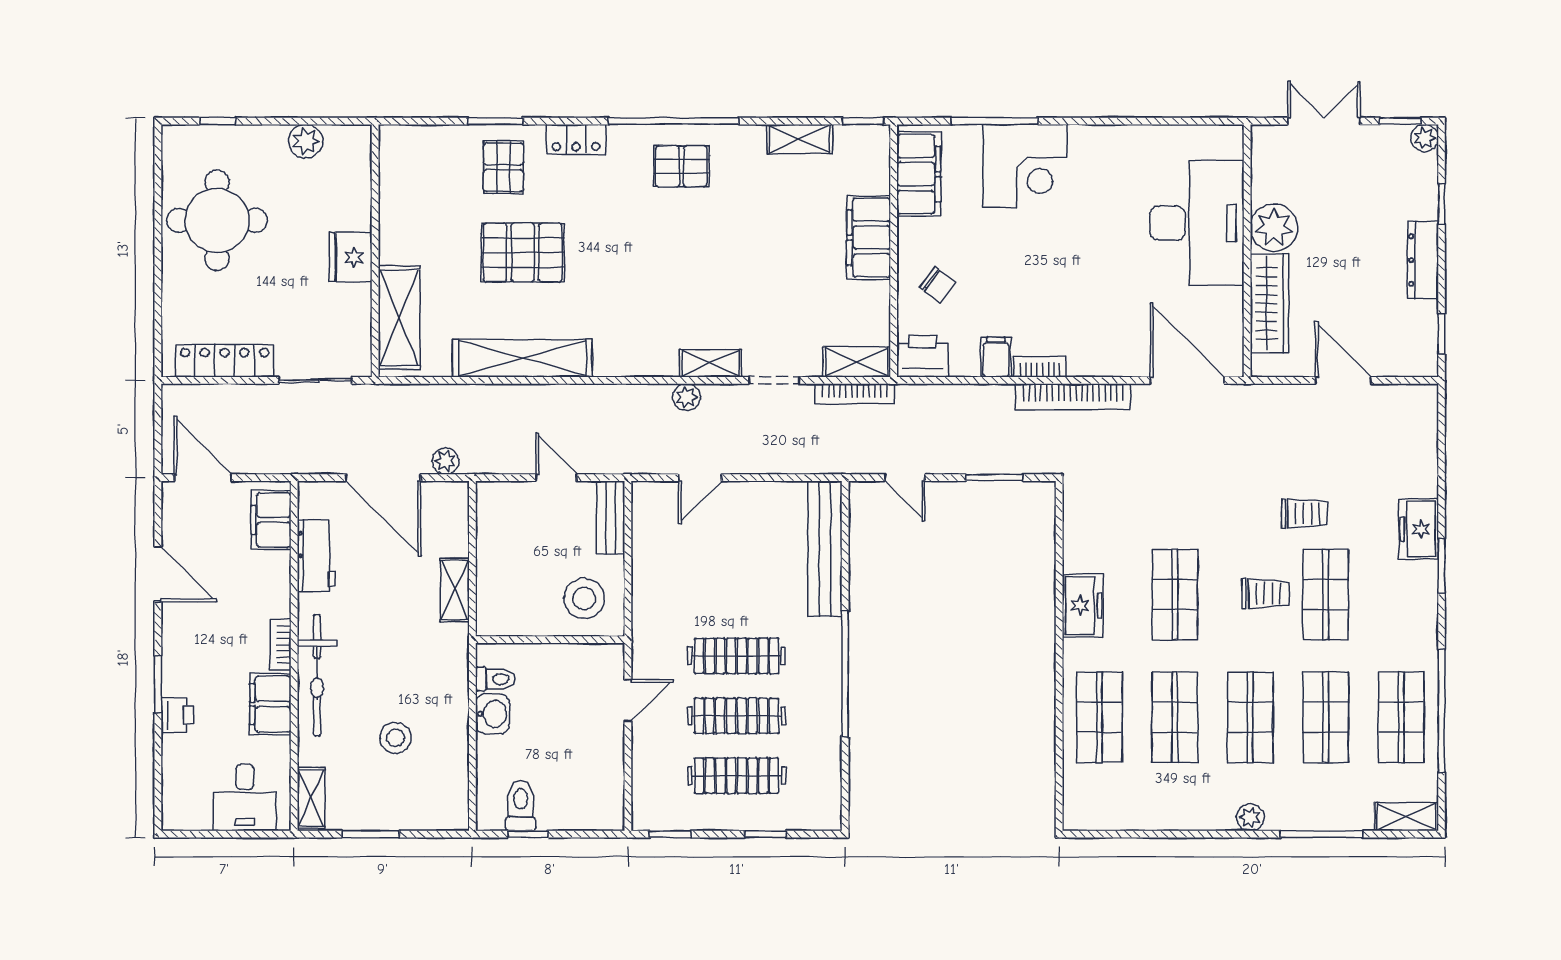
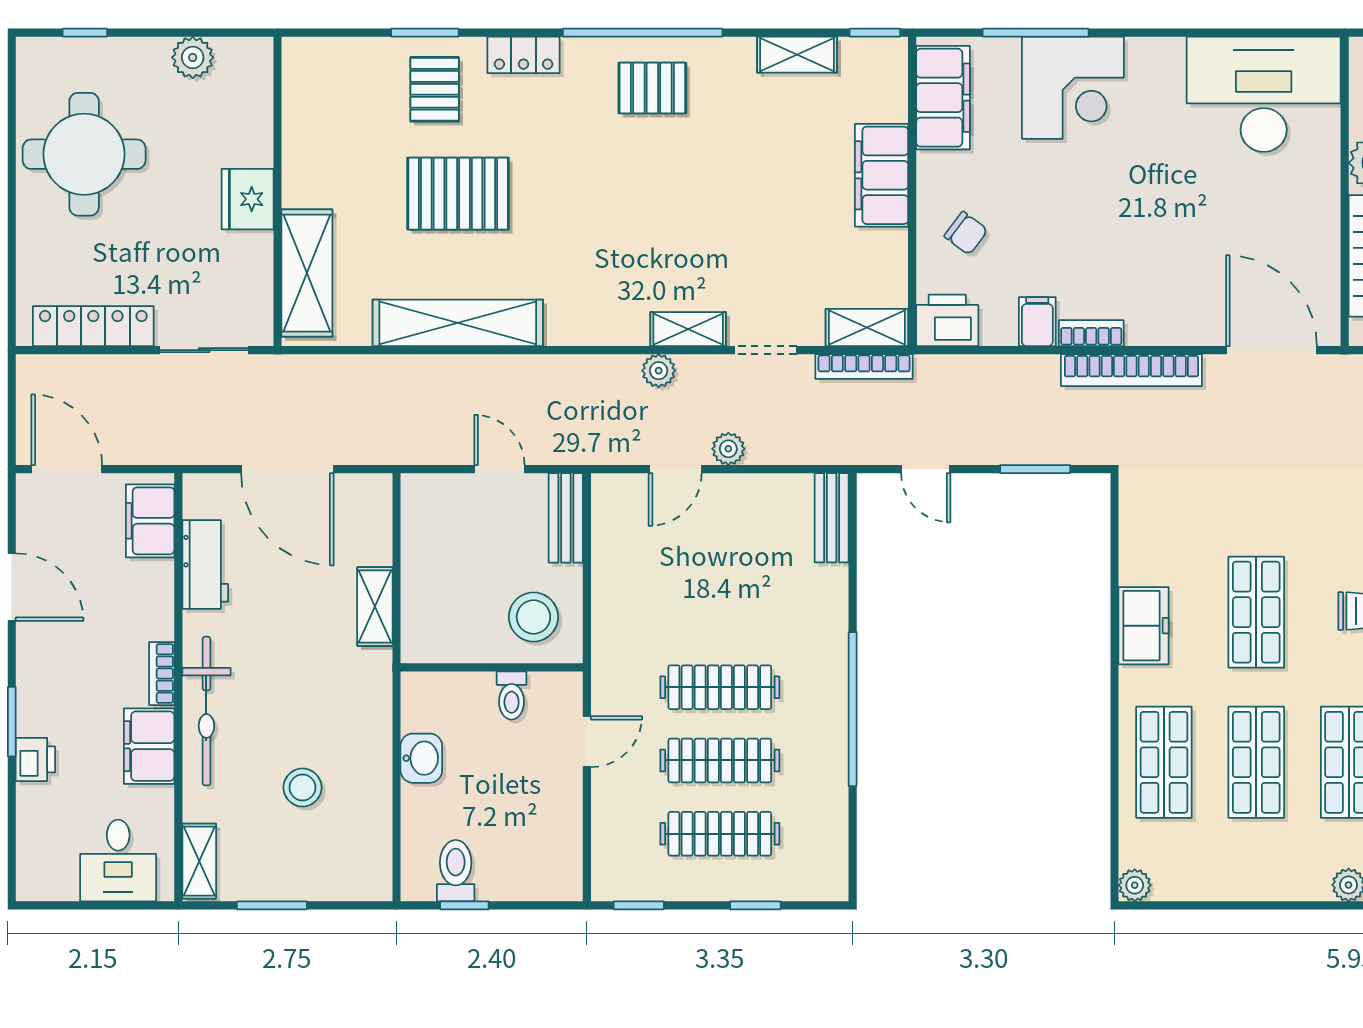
desk: (1197, 223) -> (1264, 94), moved, turned -90
plant: (446, 461) -> (728, 449), moved
bench: (825, 549) -> (832, 518), width x0.54, depth x0.82
toilet: (495, 679) -> (512, 695), moved, turned 90
plant: (1076, 818) -> (1135, 885), added

